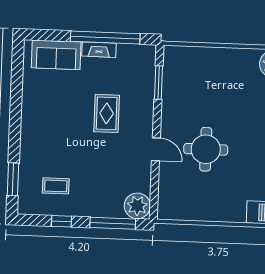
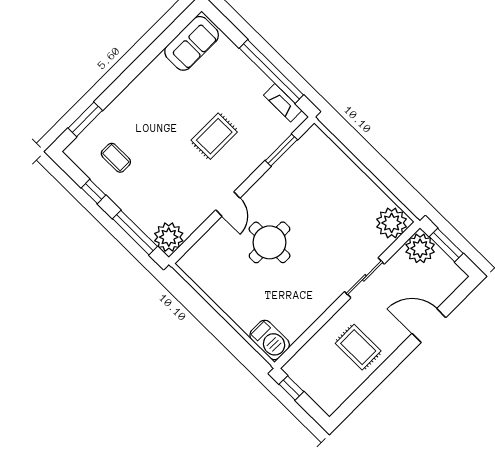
fireplace: (99, 50) -> (283, 103), moved
sofa: (56, 55) -> (192, 43), moved, turned -90

